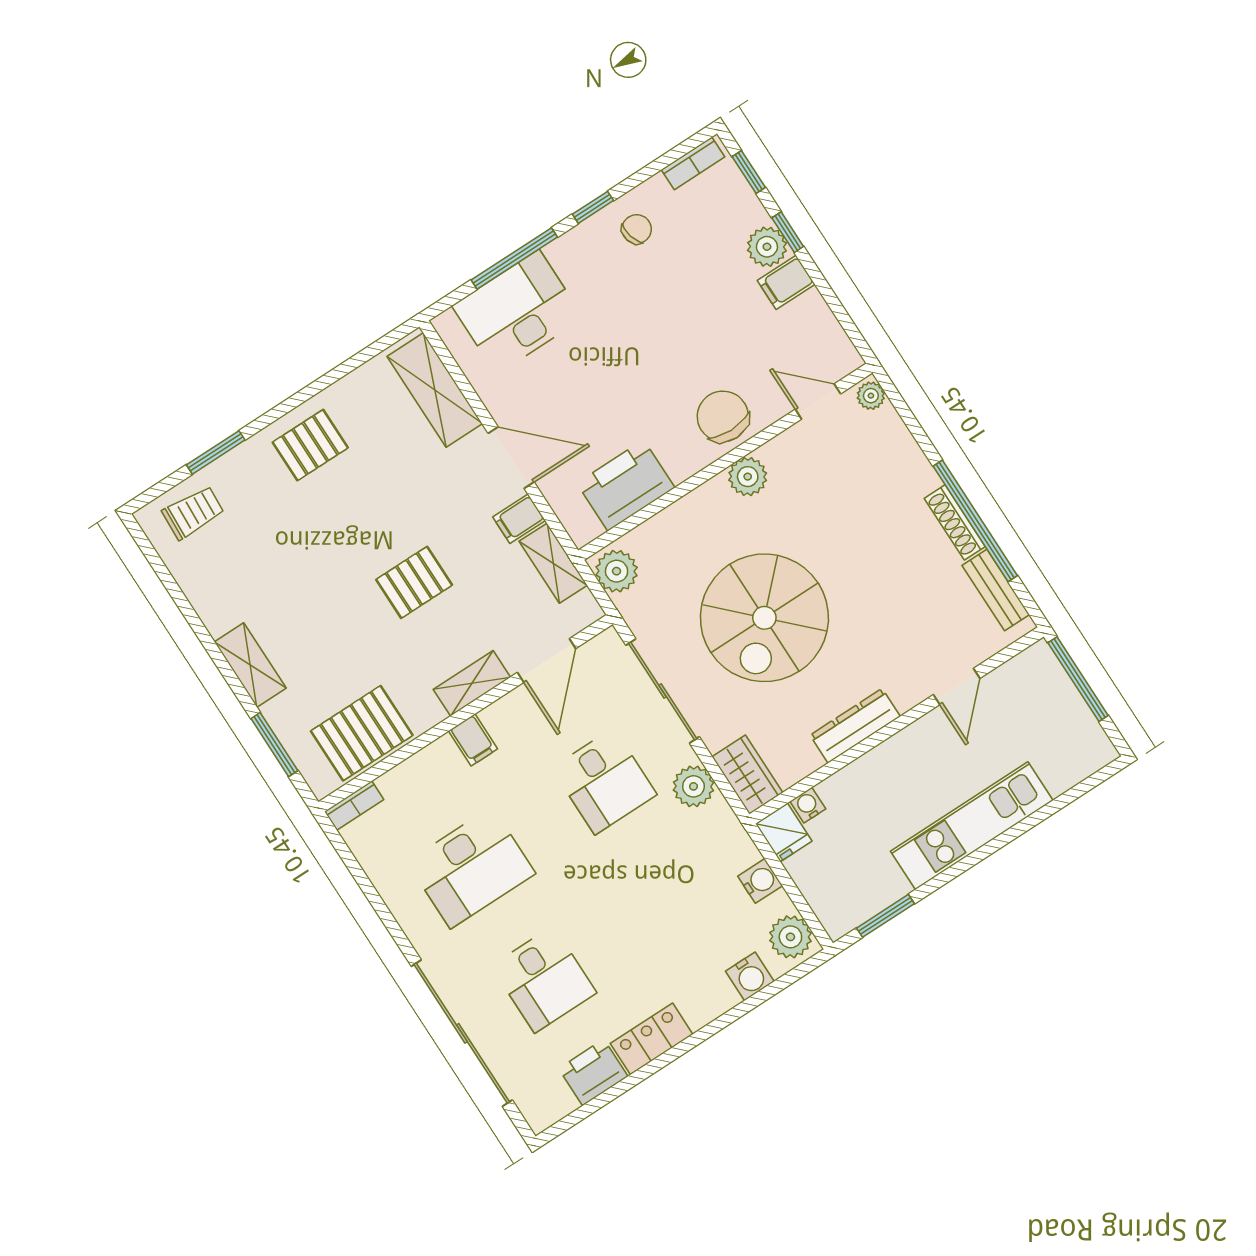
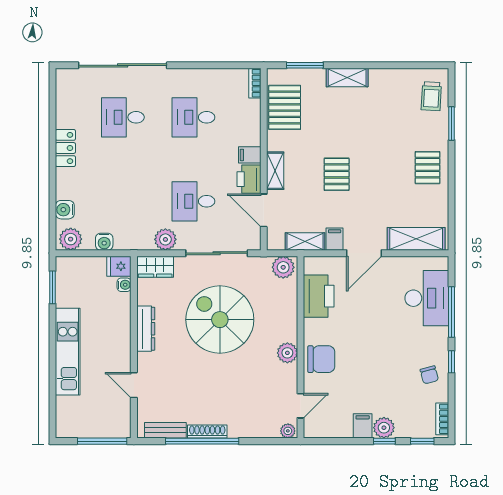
desk: (471, 868) -> (193, 117), width x0.73
printer: (593, 1072) -> (249, 179), moved, turned 180

